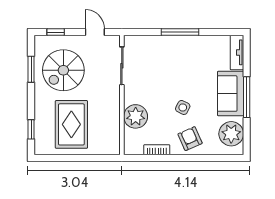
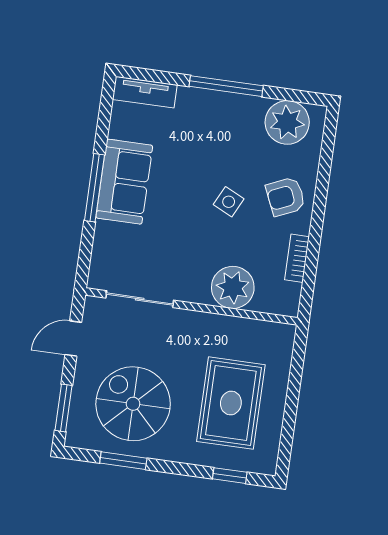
window: (56, 32) -> (64, 408), width x1.50
spiral stairs: (63, 70) -> (133, 404), turned 180
sofa: (231, 94) -> (124, 182), moved, turned -90
rug: (71, 124) -> (231, 403), turned 90

